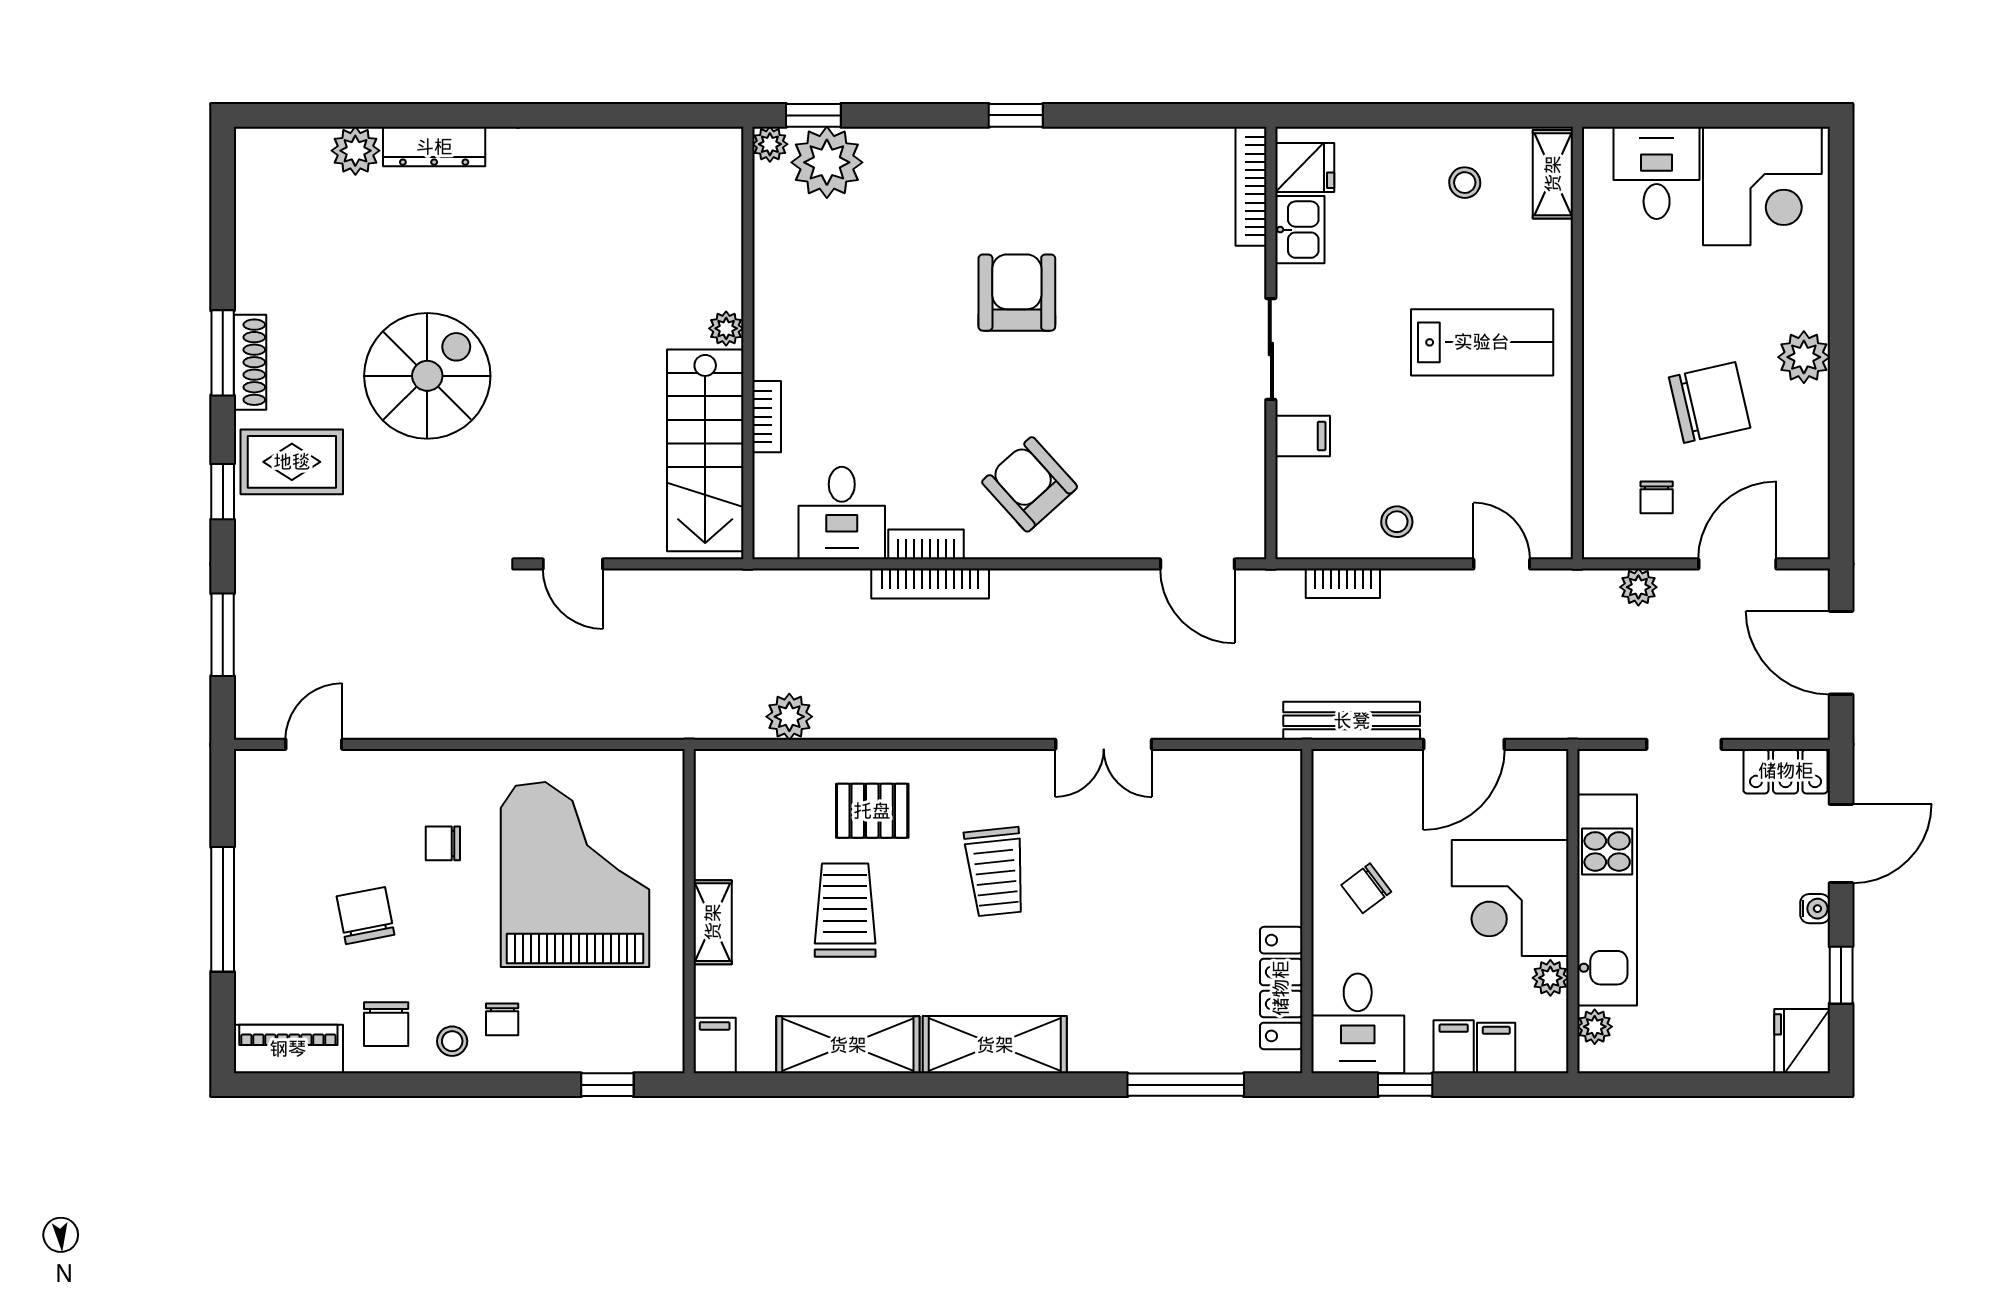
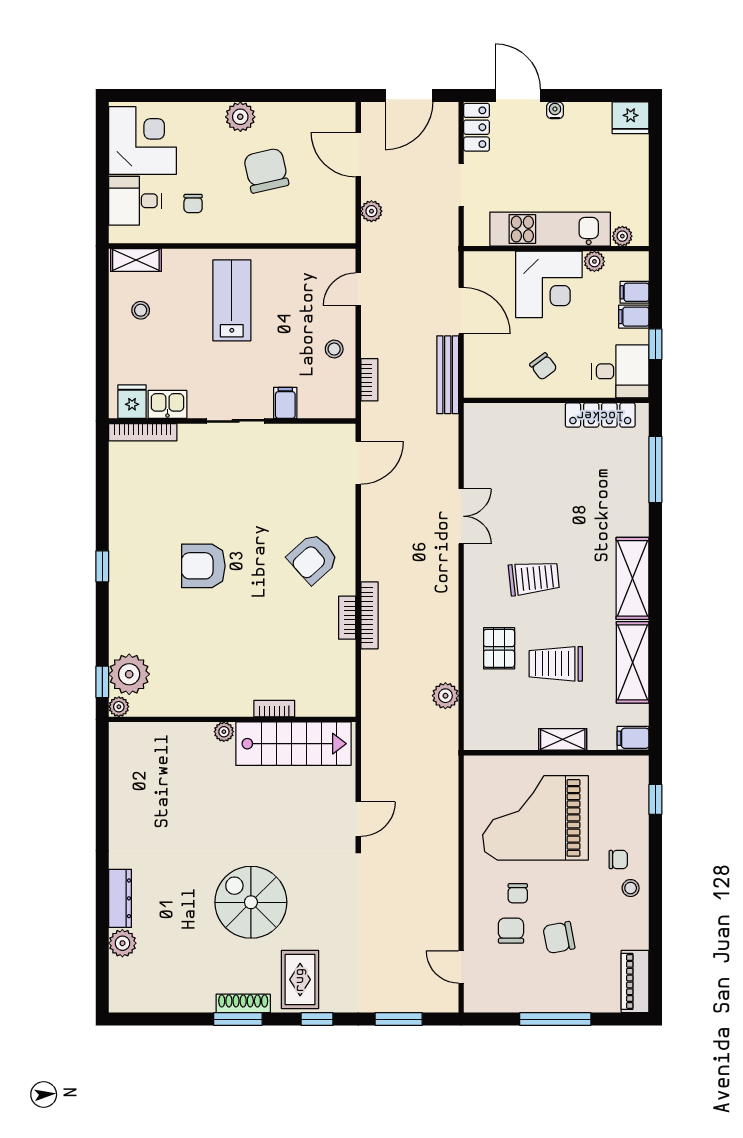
chair: (1657, 497) -> (193, 203), moved, turned 90
desk: (842, 513) -> (329, 666), removed
window: (1841, 975) -> (593, 96), removed
chair: (386, 1024) -> (511, 931), moved, turned -90

